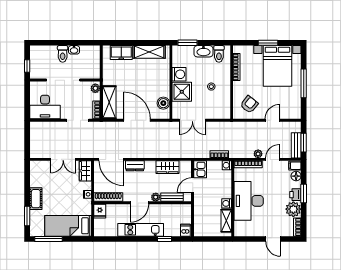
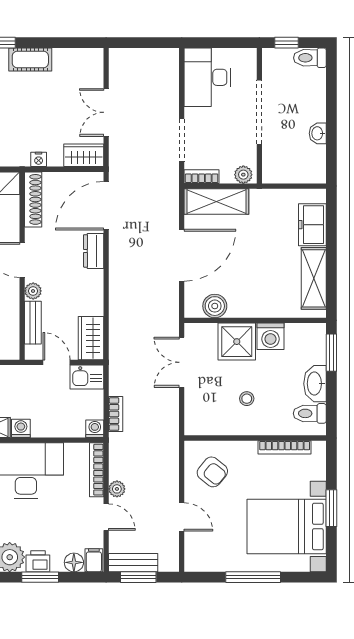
toilet: (63, 54) -> (310, 58), moved
wardrobe: (168, 167) -> (91, 338), moved

